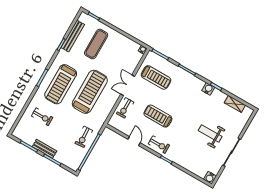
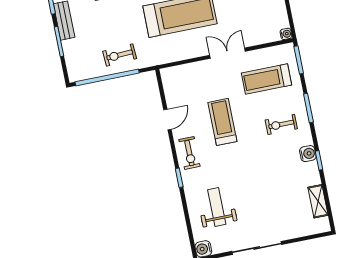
treadmill: (156, 77) -> (267, 79), turned 90
exercise bike: (125, 108) -> (281, 124), moved
weight bench: (210, 134) -> (217, 207), moved

